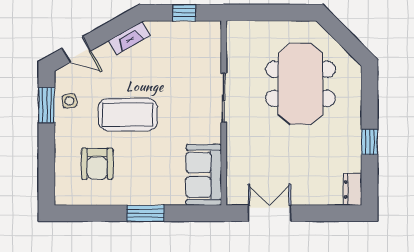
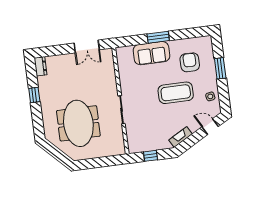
window: (46, 105) -> (220, 68), moved
sofa: (204, 175) -> (151, 53), moved, turned 90

